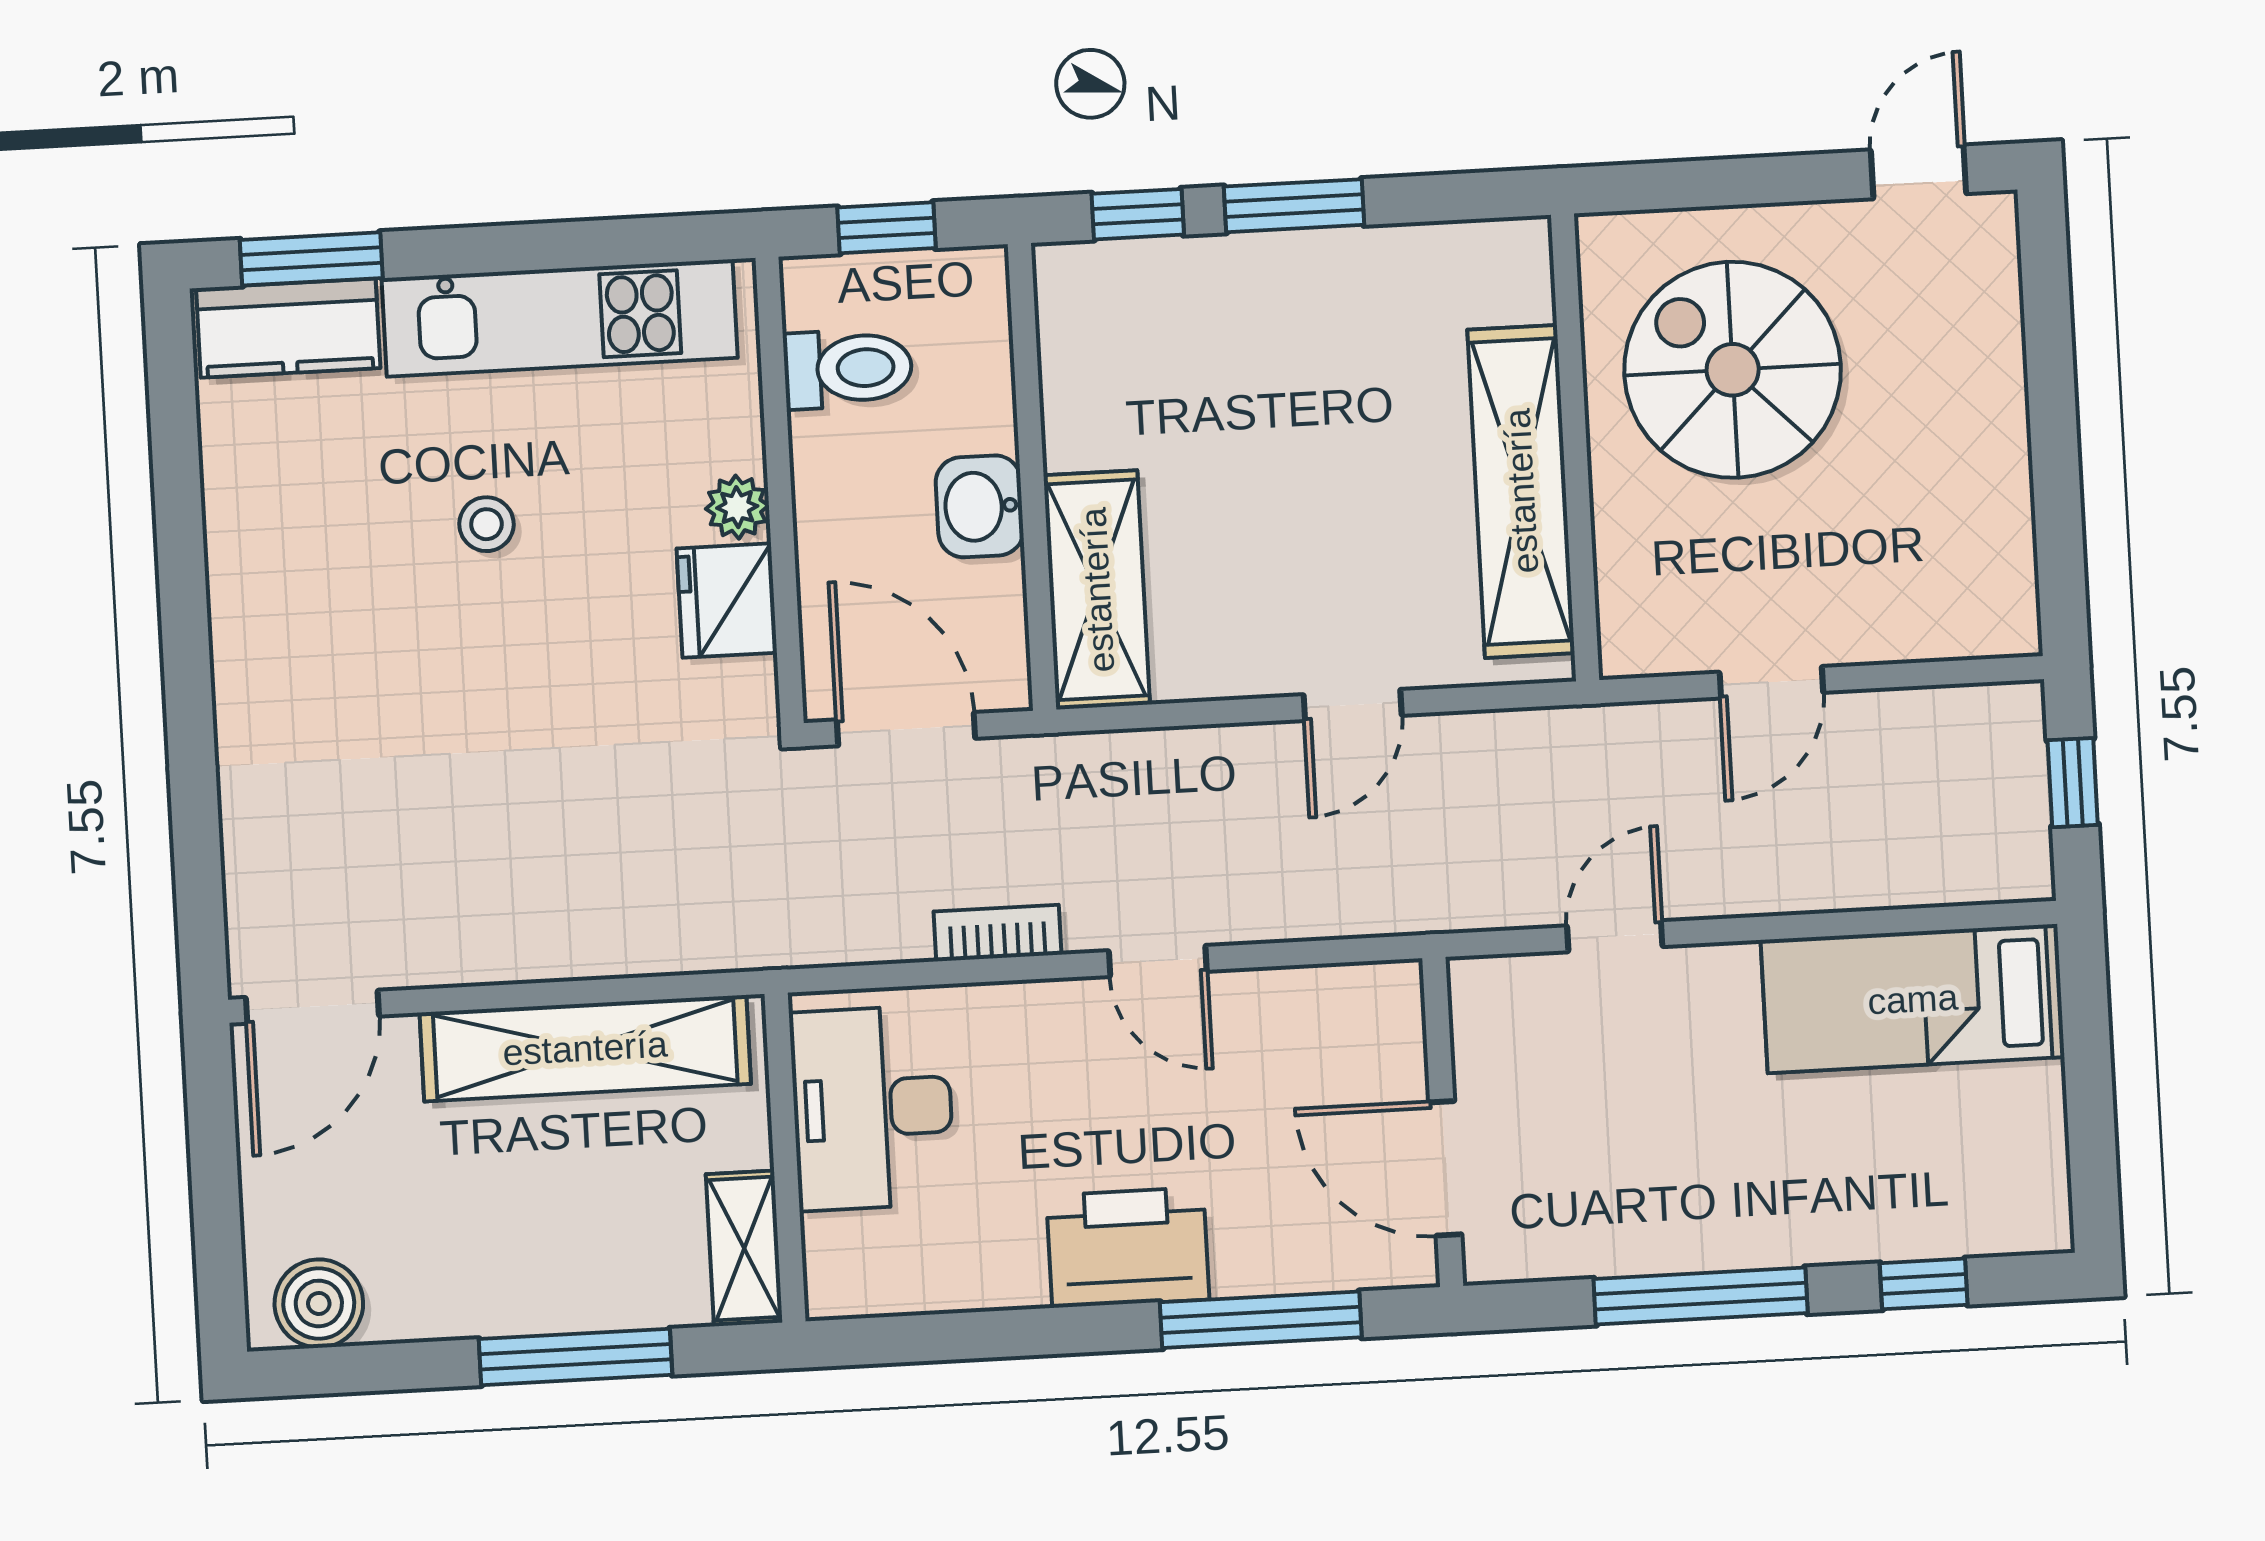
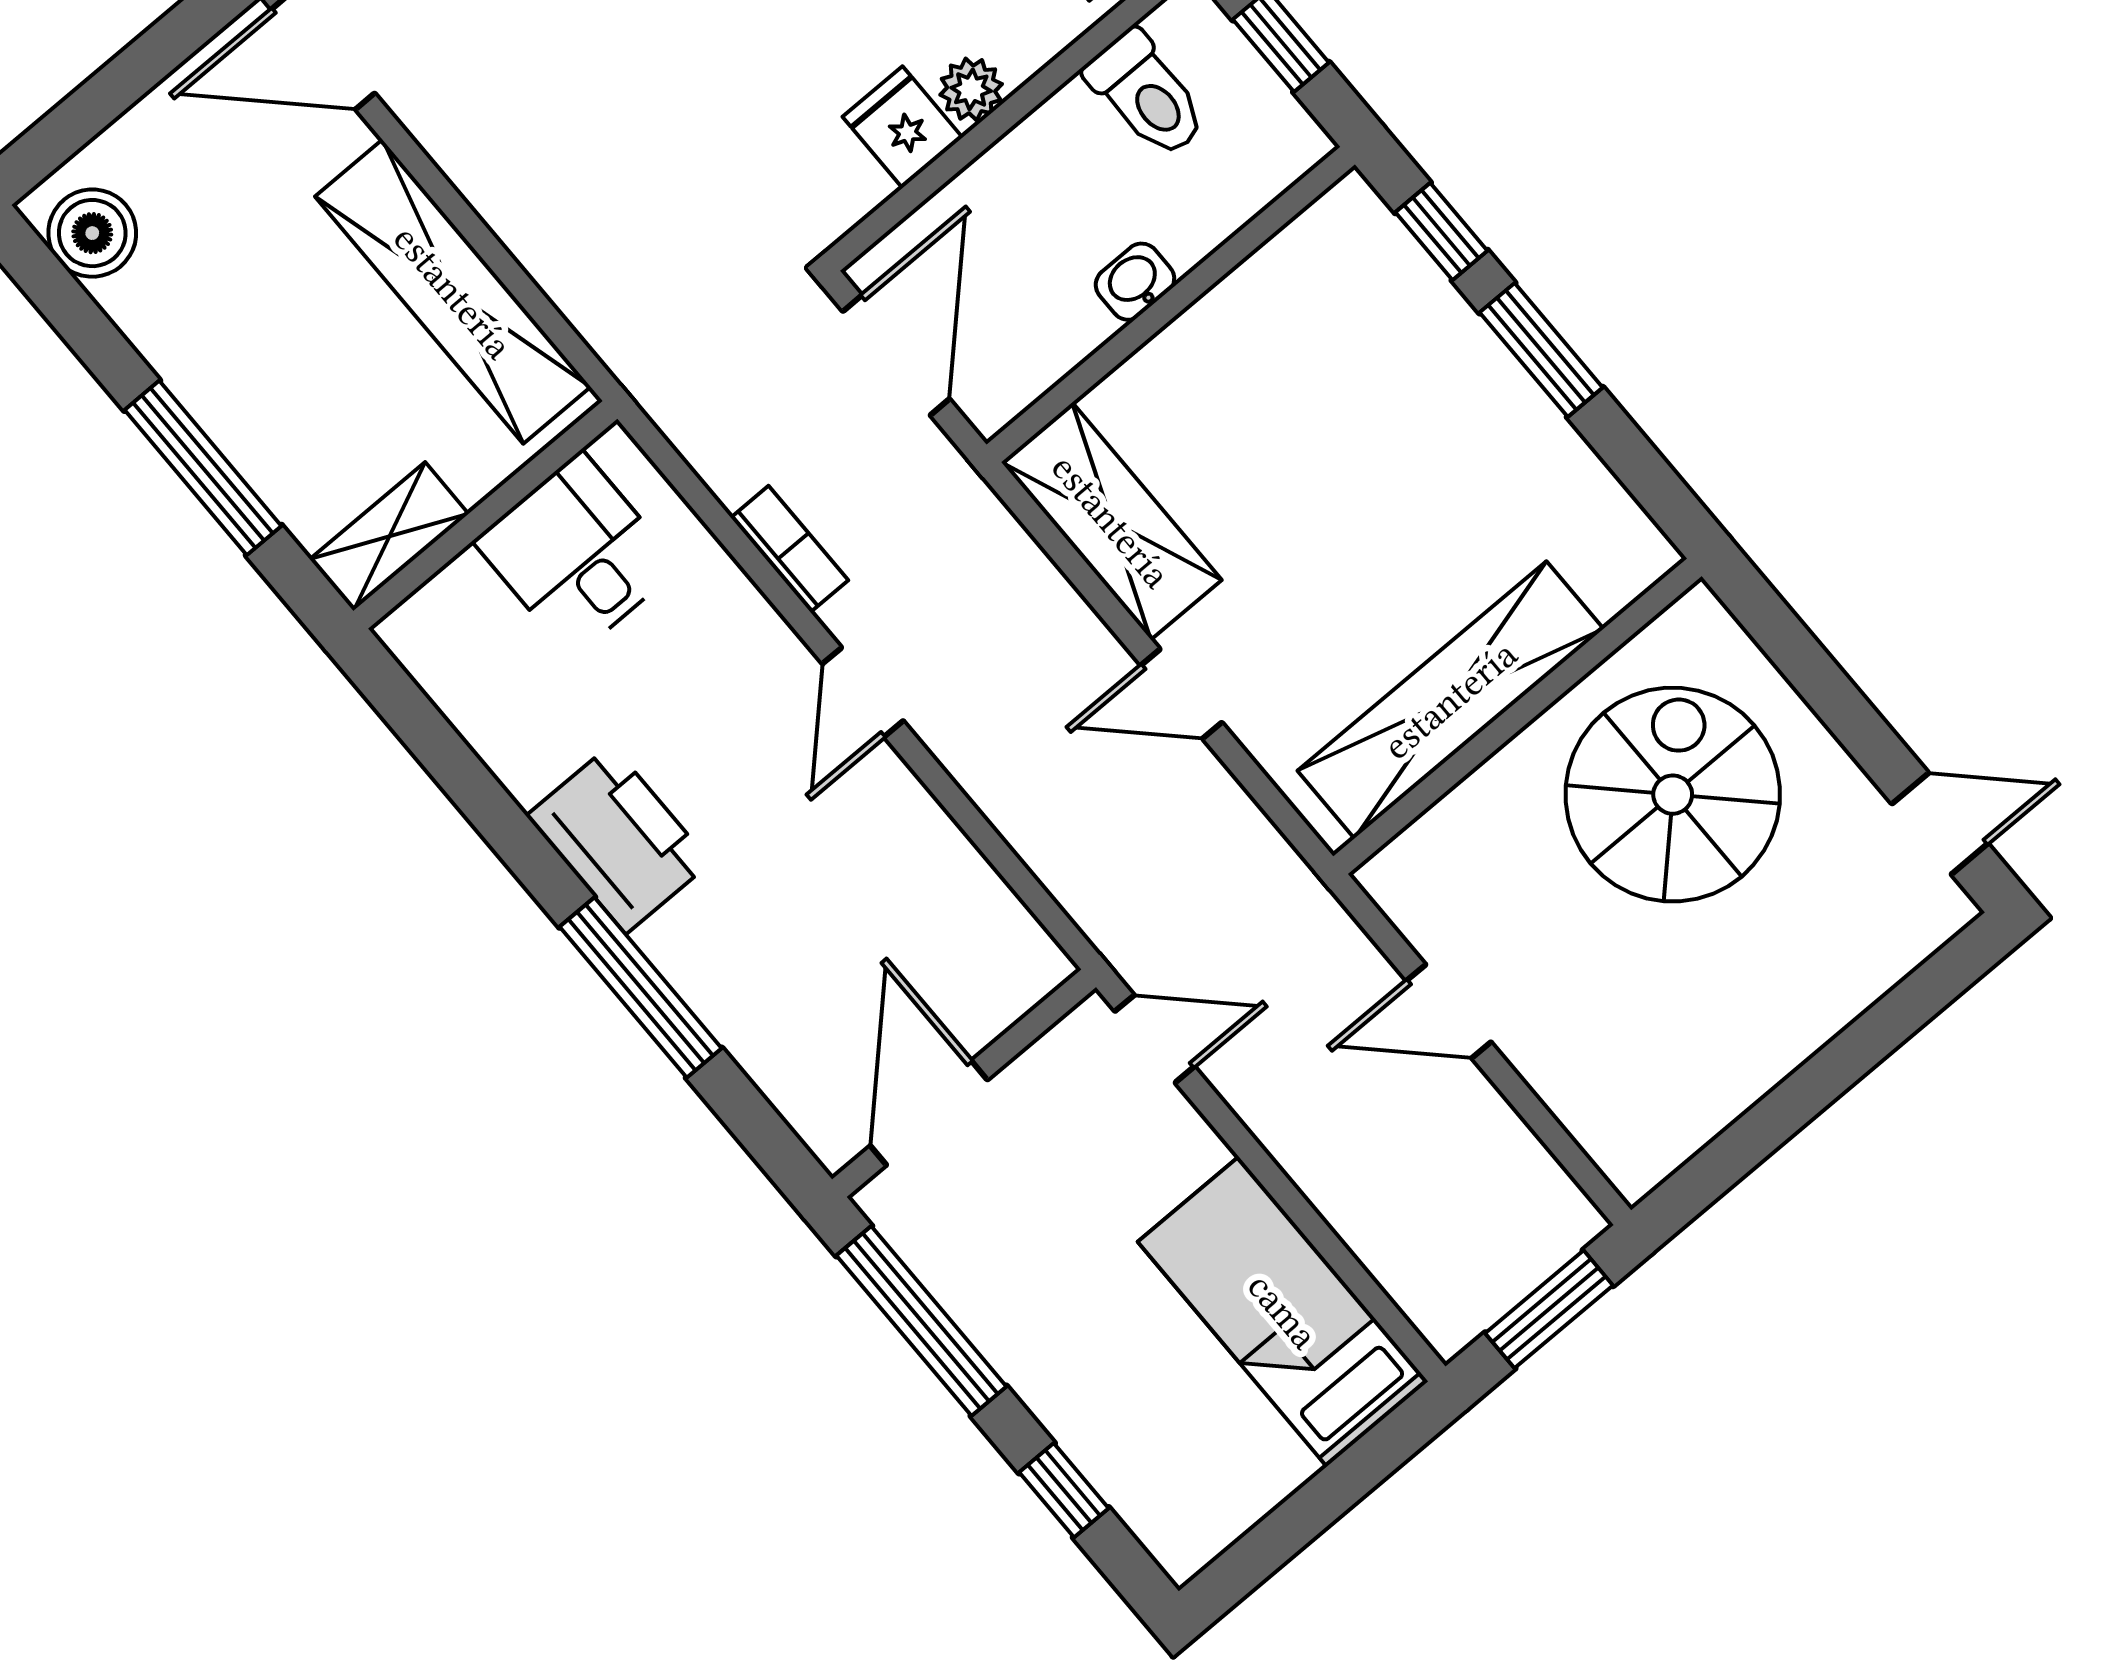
washbasin: (980, 506) -> (1135, 282), width x0.72, depth x0.69
shelving: (1097, 590) -> (1111, 521), moved, turned 90
fridge: (727, 601) -> (903, 127), width x0.72
window: (2073, 783) -> (1549, 1309), width x1.50
desk: (872, 1108) -> (577, 554), width x0.73
wall: (1443, 1122) -> (964, 1083), moved
door: (1445, 1168) -> (929, 1113), moved

